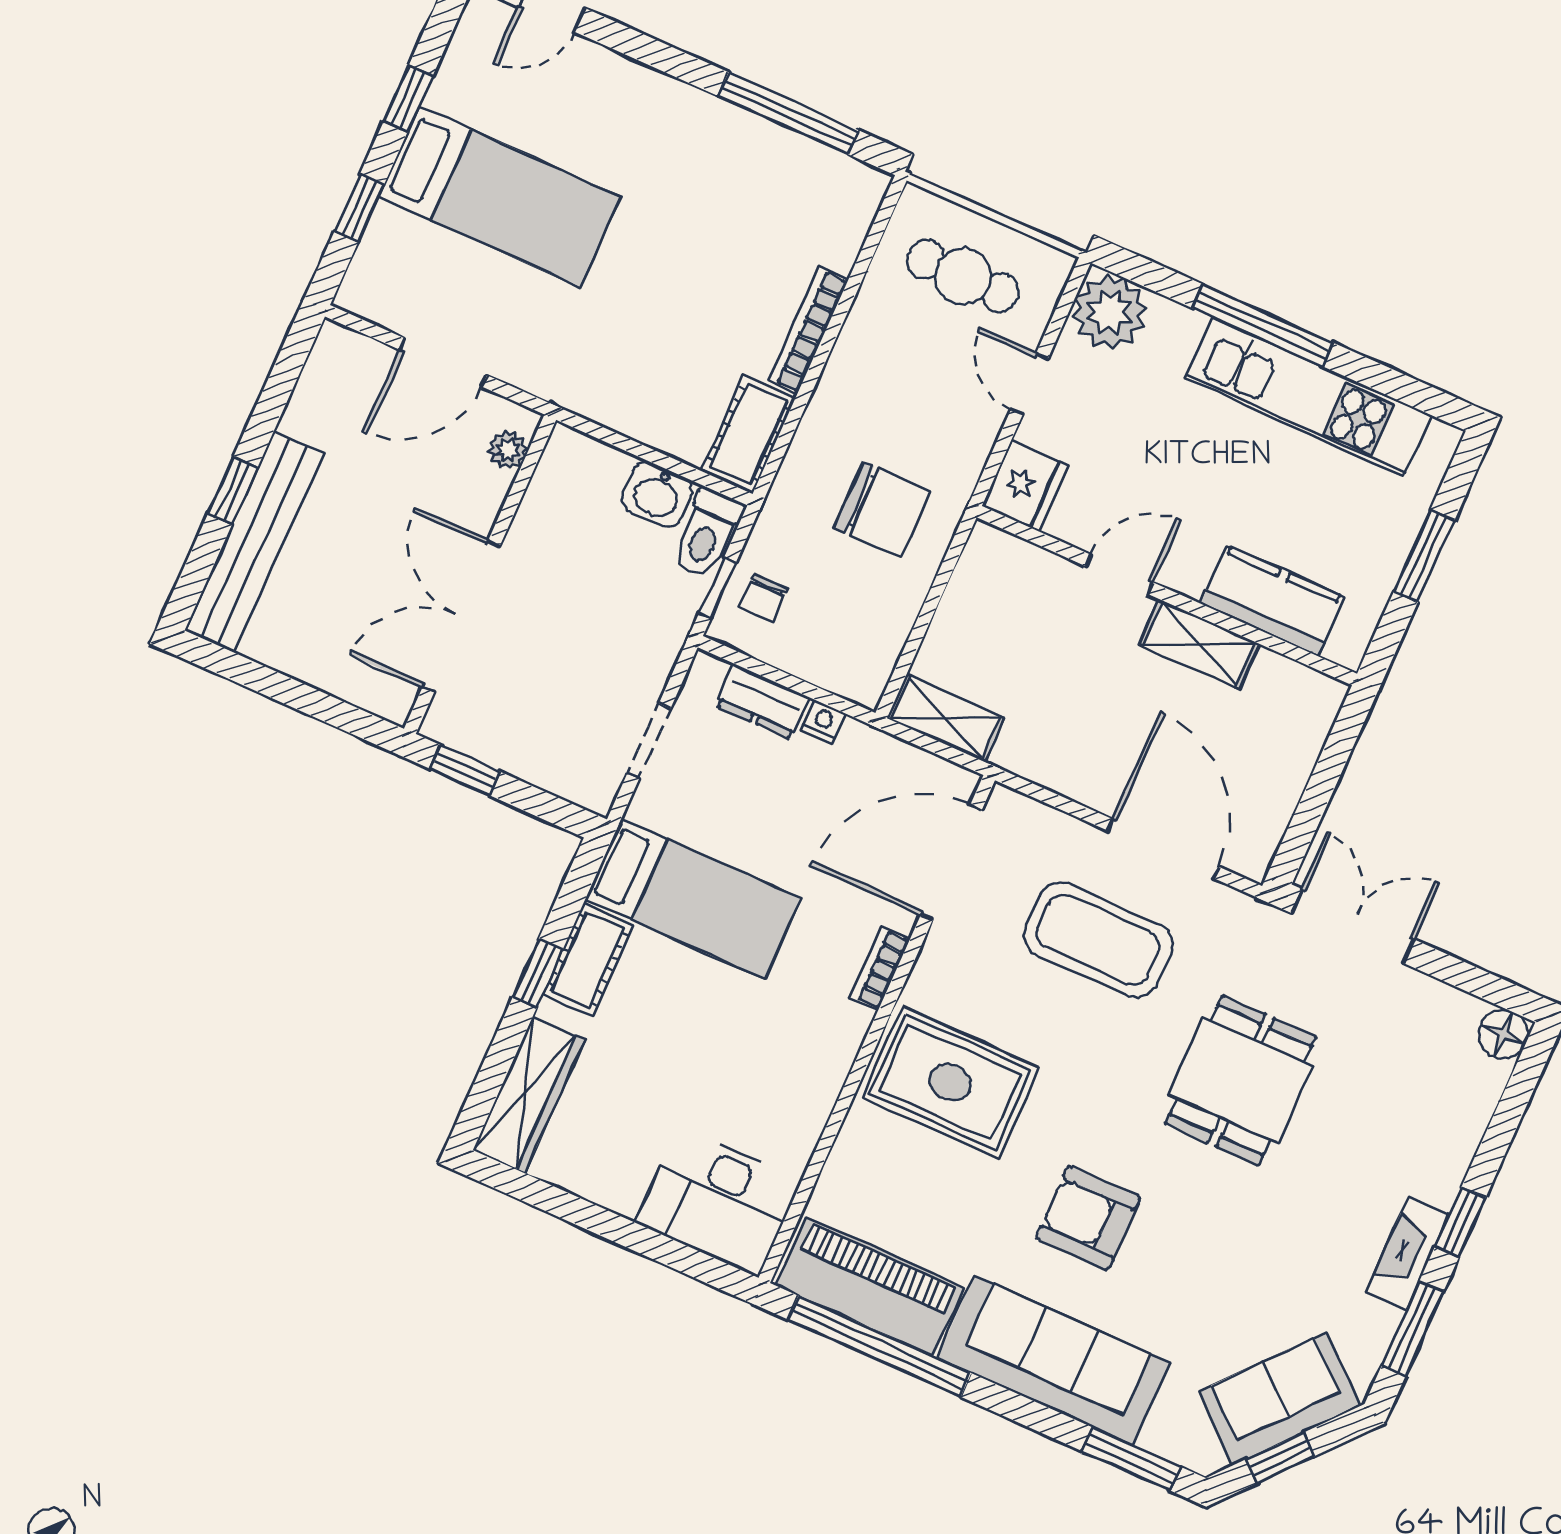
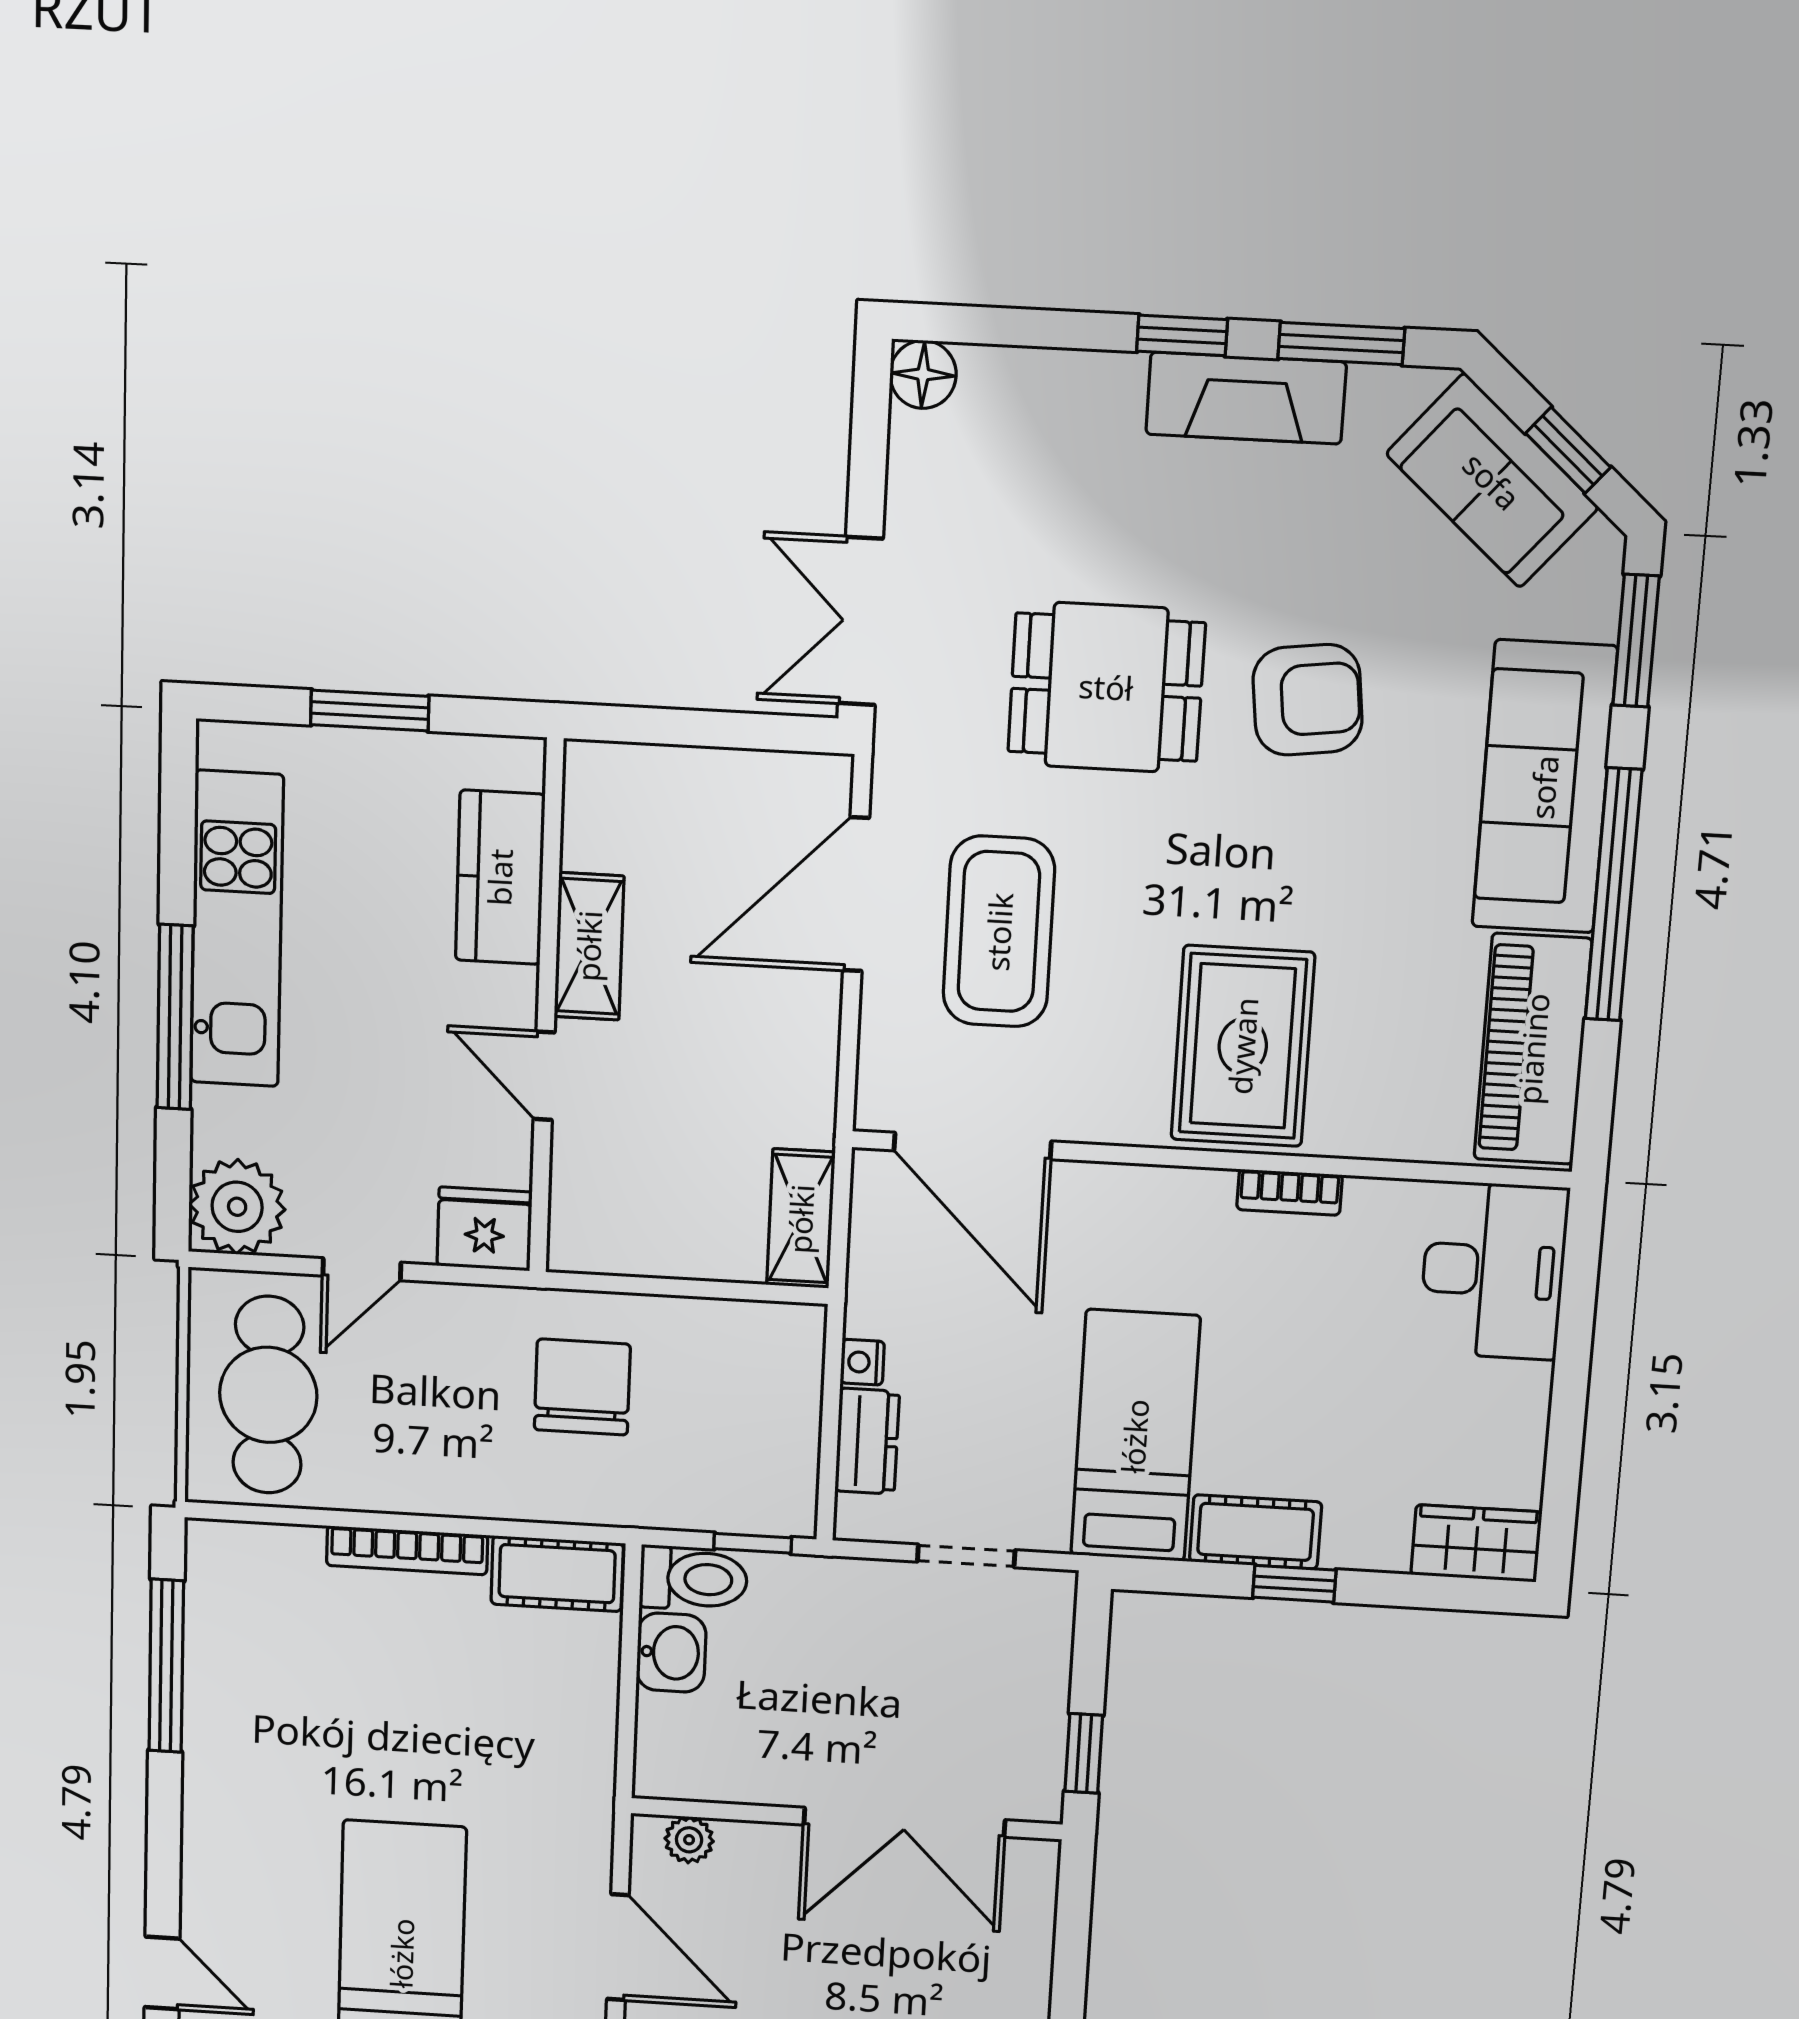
cafe table: (963, 276) -> (268, 1395), width x1.37, depth x1.35
chair: (763, 598) -> (743, 1486), removed
bookcase: (880, 968) -> (1290, 1192), moved
wardrobe: (529, 1095) -> (1476, 1543), width x0.67
armchair: (1088, 1218) -> (1308, 700), moved, turned -97
fireplace: (1408, 1253) -> (1246, 398), width x1.37, depth x1.32
window: (879, 1346) -> (1614, 895), moved

